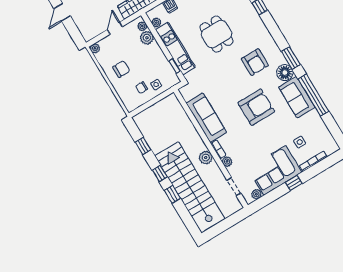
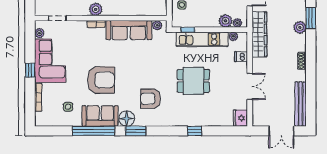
armchair: (256, 107) -> (101, 80), moved, turned -90
side table: (300, 142) -> (68, 107), moved
plant: (227, 162) -> (157, 25), moved

